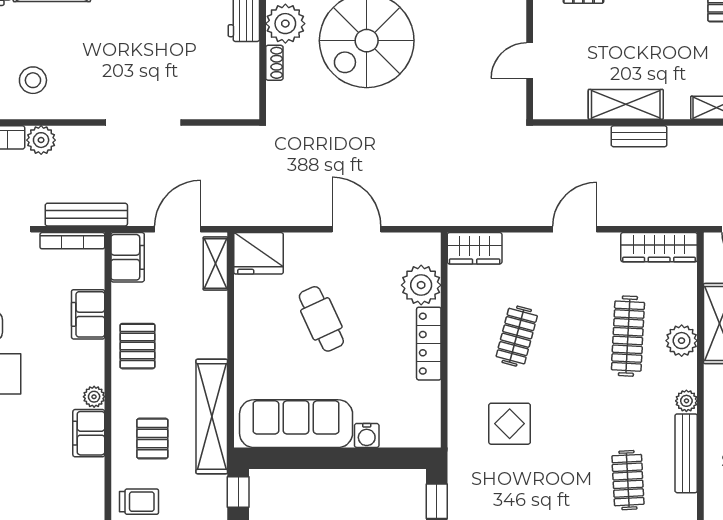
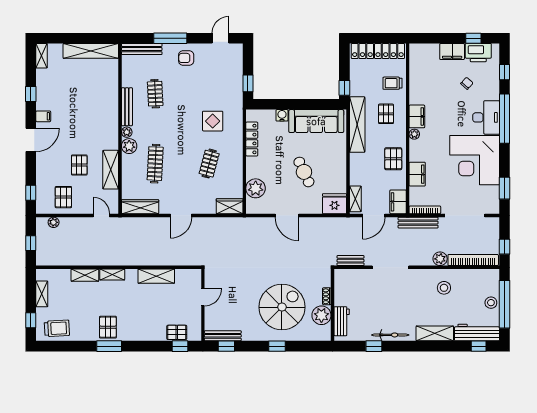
bench: (639, 136) -> (351, 261), moved
plant: (682, 341) -> (129, 146), moved
locker: (429, 344) -> (252, 139), moved

